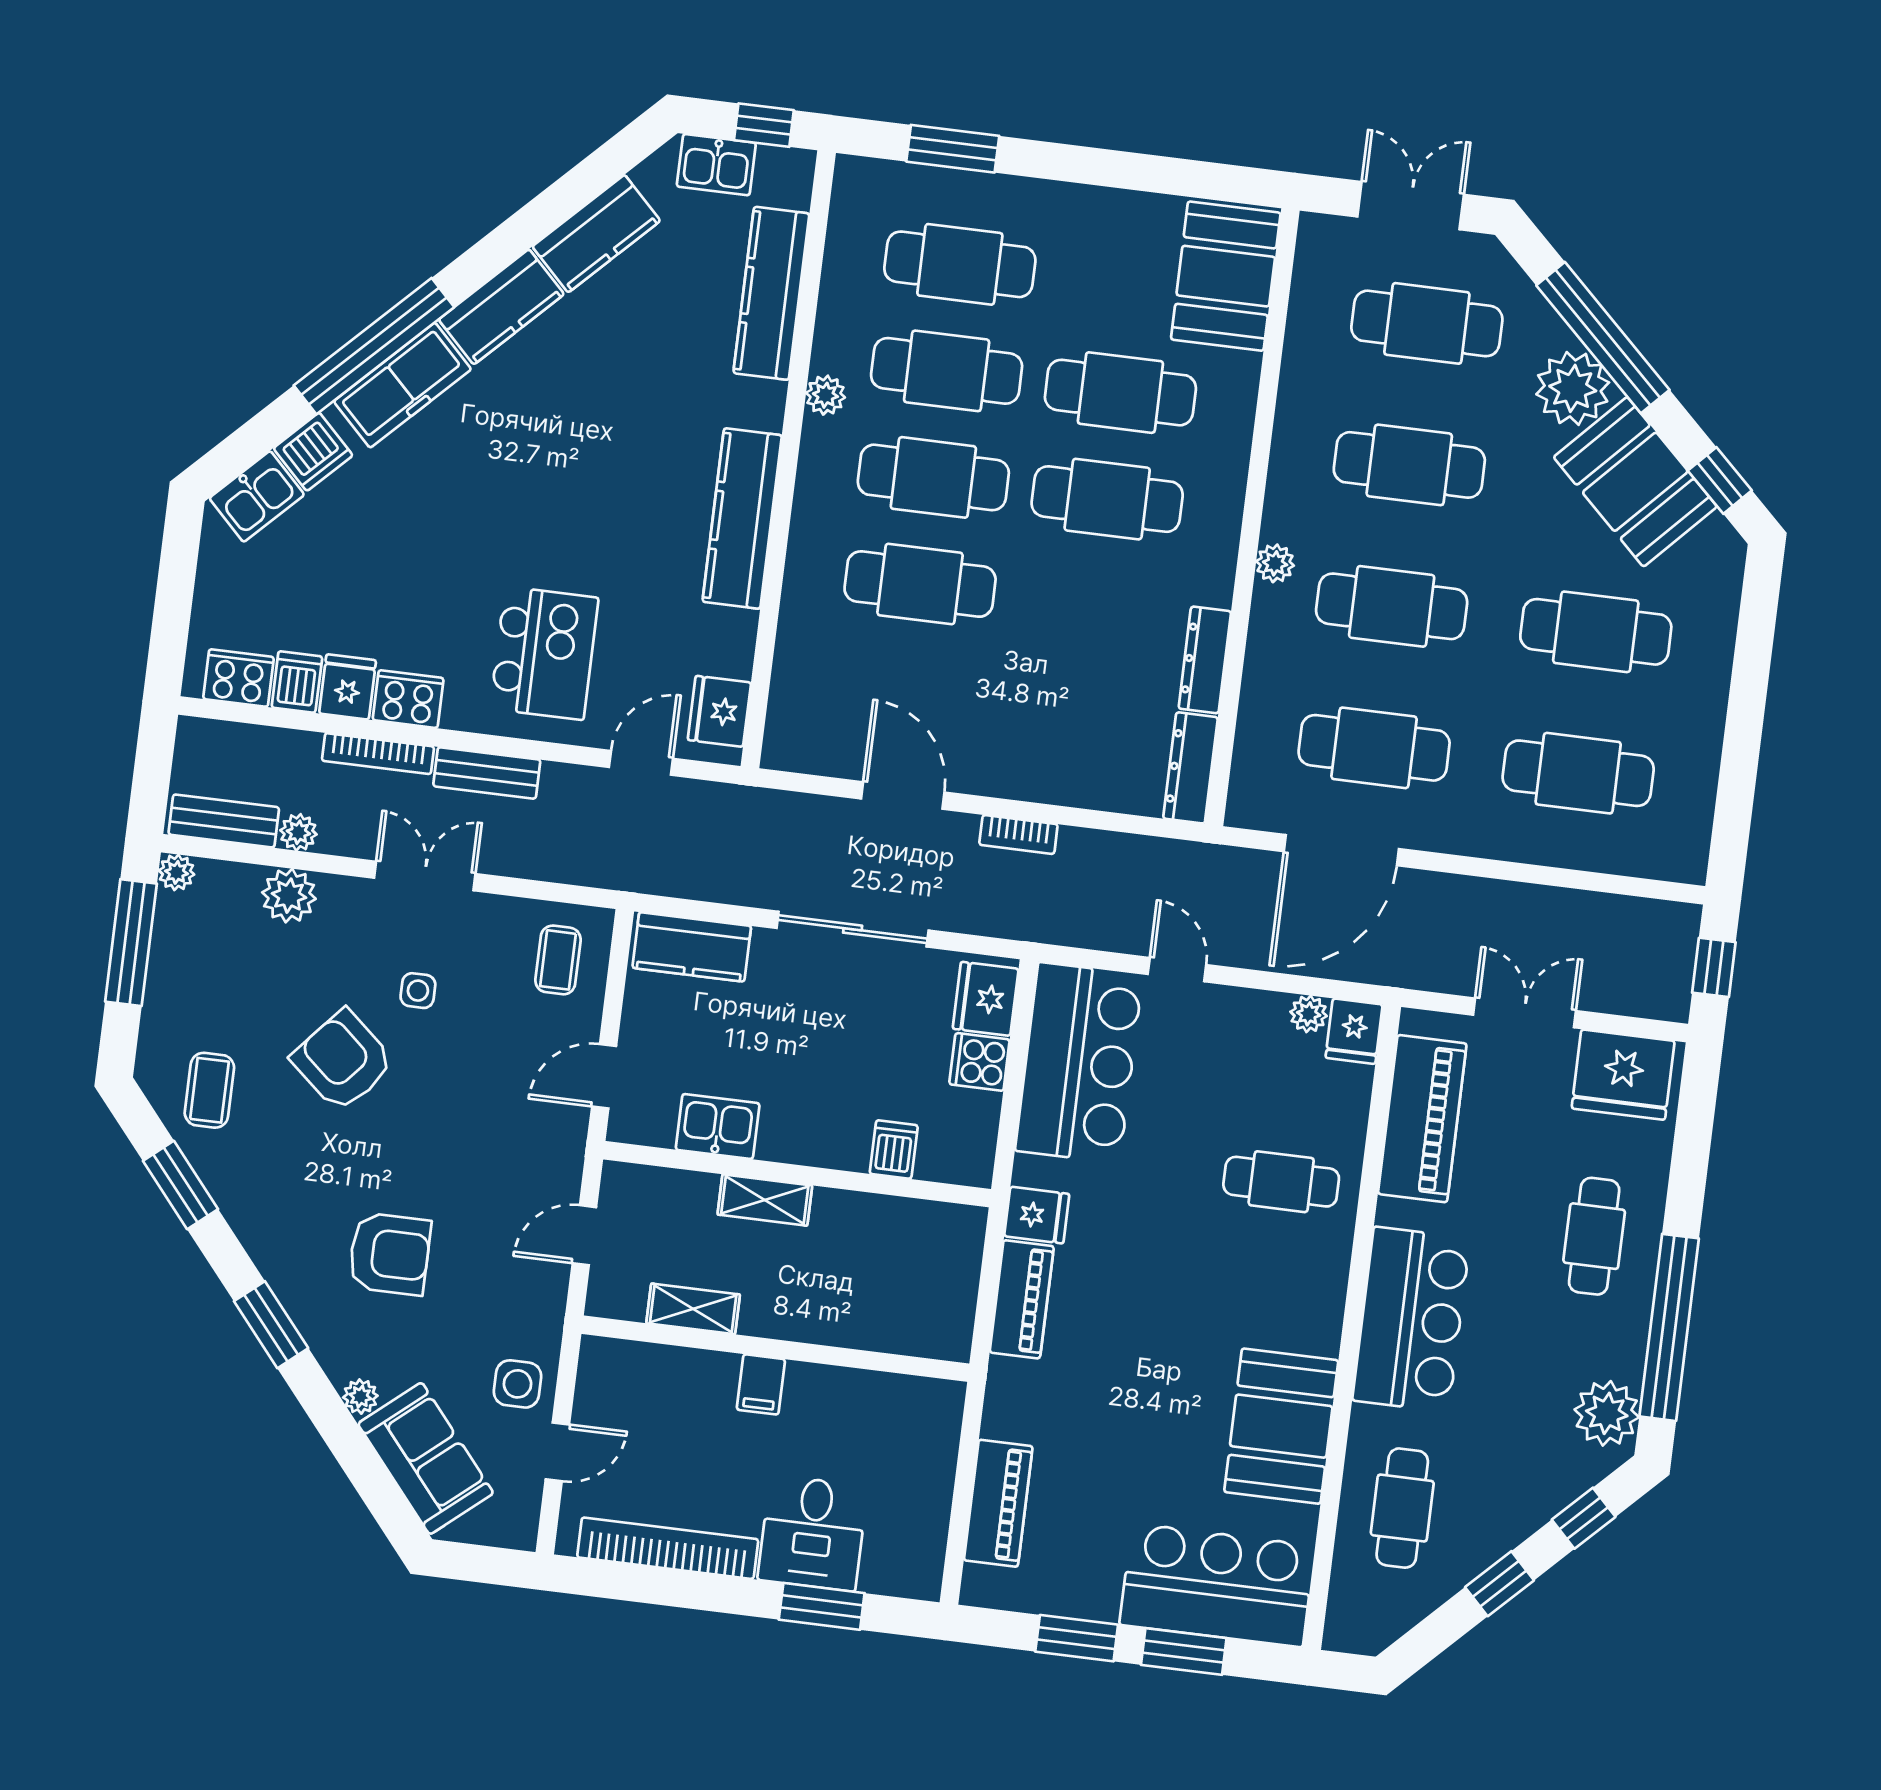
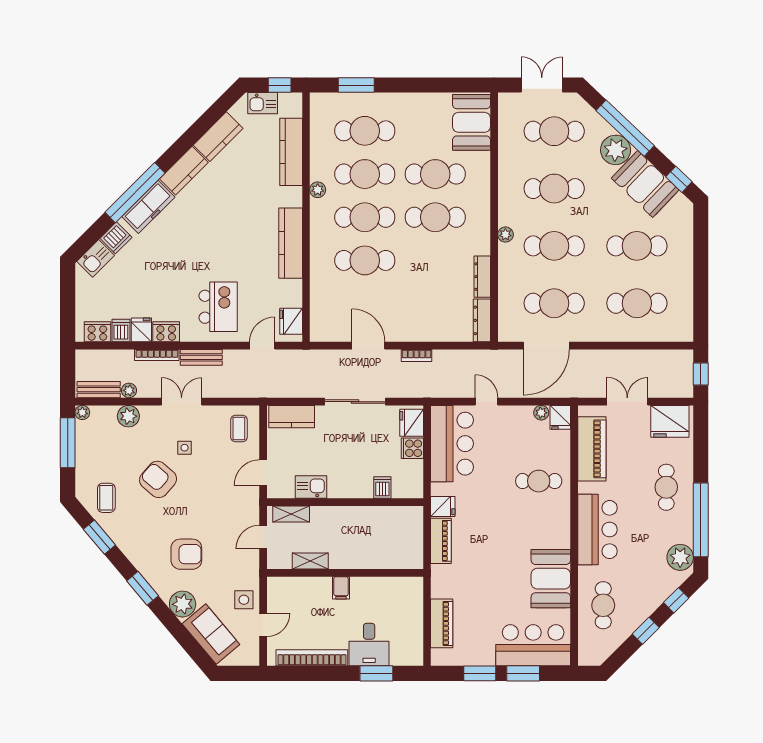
shelving: (765, 1200) -> (291, 514), moved
plant: (360, 1397) -> (183, 604), width x1.87, depth x1.87

